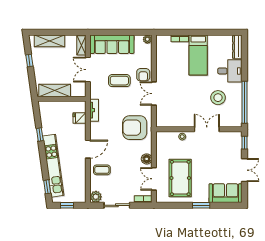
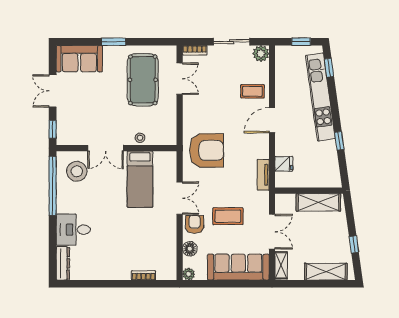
bed: (198, 55) -> (140, 179), moved, turned 180
stool: (218, 98) -> (77, 171), moved
floor lamp: (147, 159) -> (190, 249), moved

